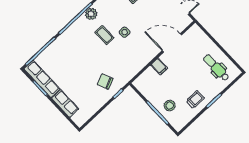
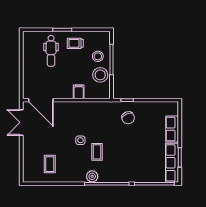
door: (172, 43) -> (41, 100), moved
dental chair: (216, 68) -> (51, 51), moved
stool: (155, 94) -> (100, 75), added

